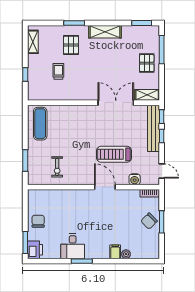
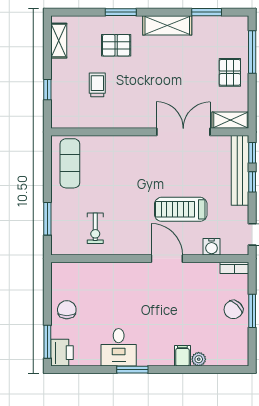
window: (142, 23) -> (207, 12), moved
pallet: (71, 45) -> (116, 45), turned 90

